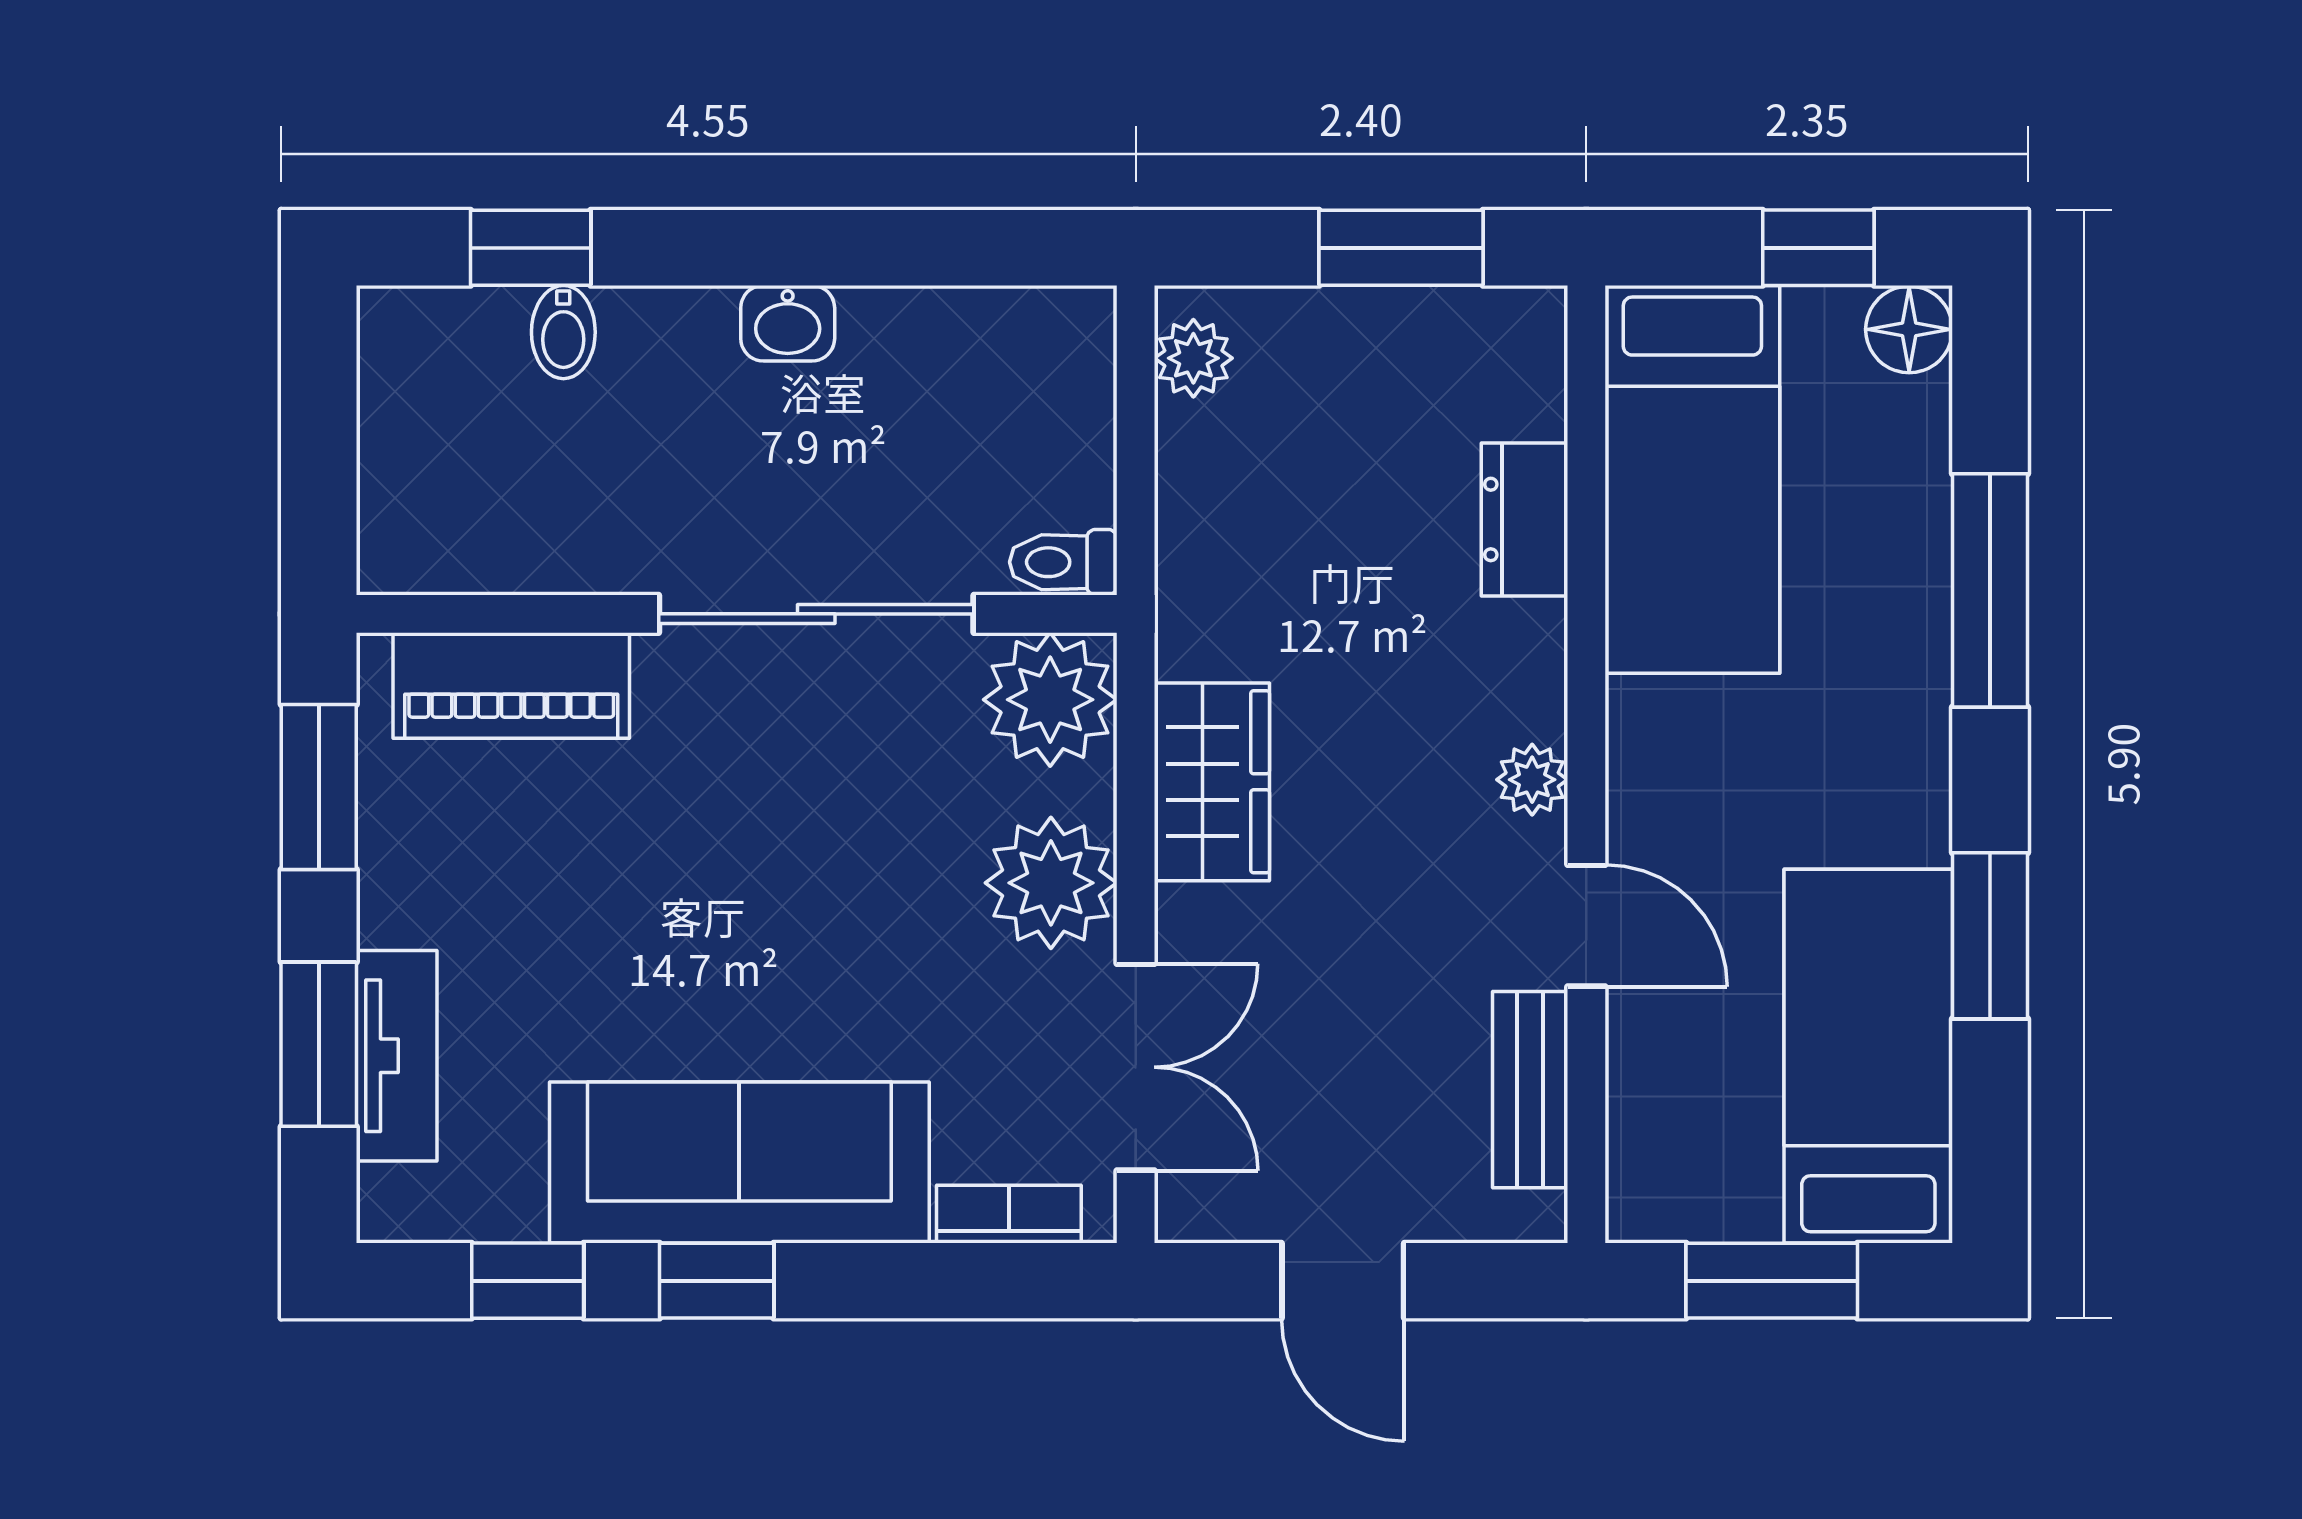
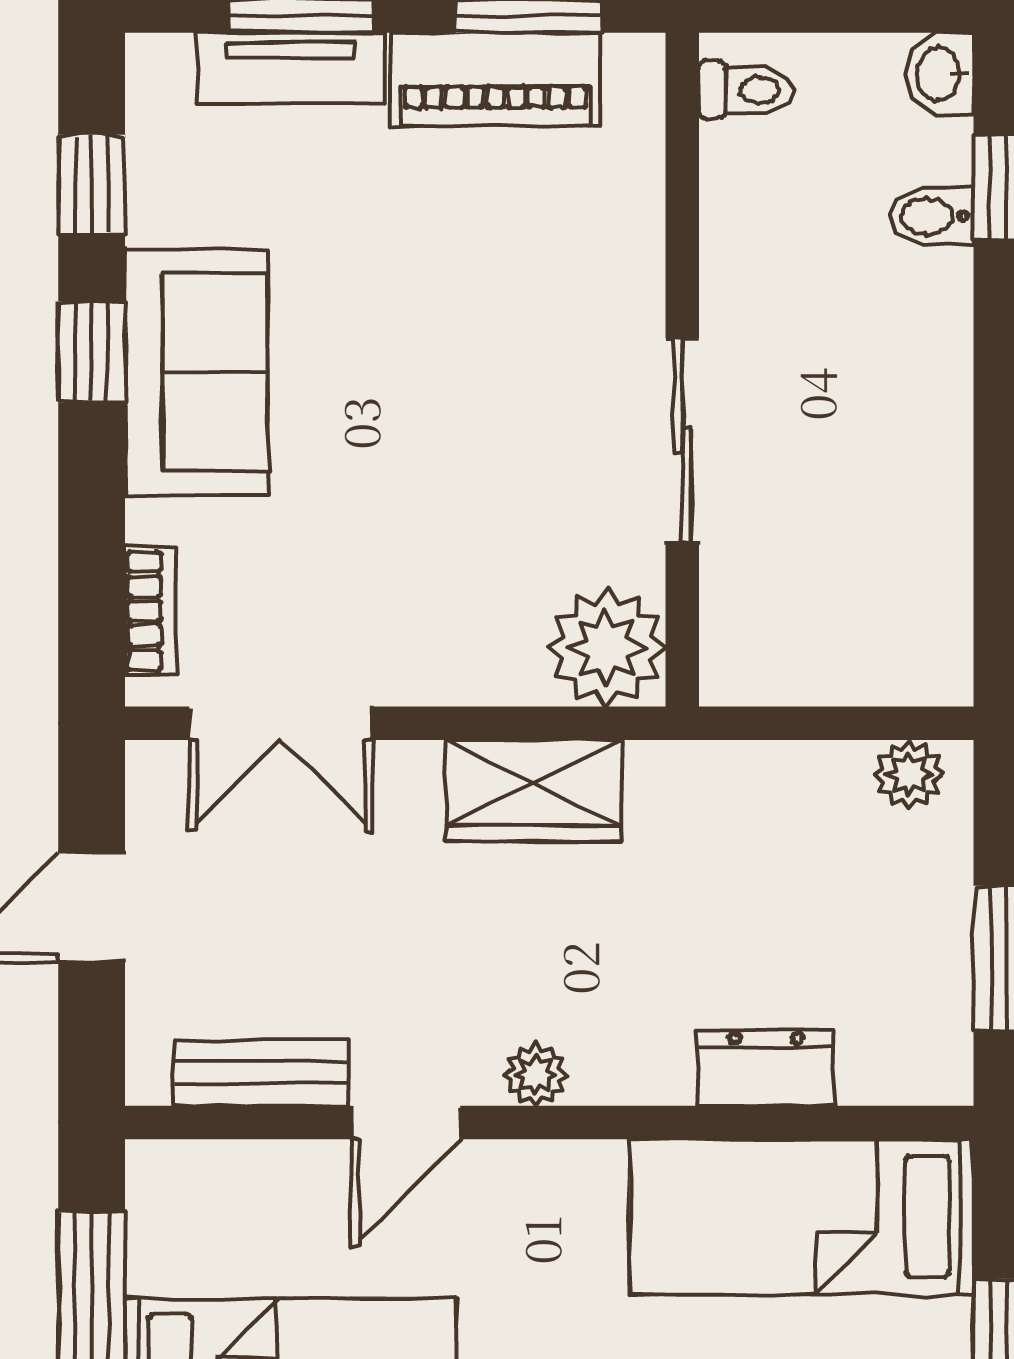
washbasin: (788, 323) -> (940, 74), moved
toilet: (1063, 562) -> (747, 90), moved, turned 90
sliding door: (816, 614) -> (682, 440), width x0.73
piano: (511, 686) -> (496, 79), moved, turned -90
plant: (1051, 883) -> (444, 648), removed
sofa: (739, 1162) -> (196, 372), width x0.73

